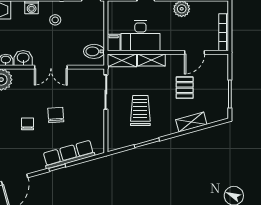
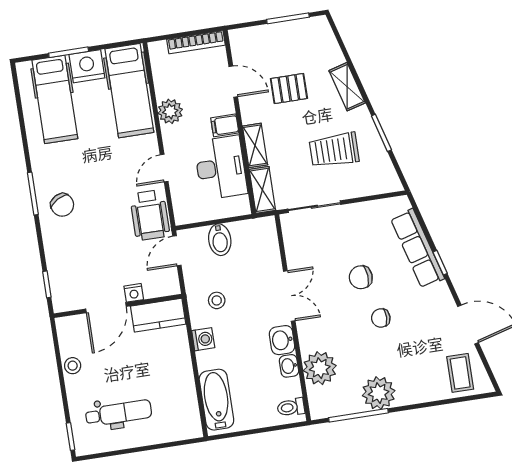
filing cabinet: (114, 43) -> (225, 125), moved
bidet: (94, 51) -> (220, 240), moved
shelving: (191, 122) -> (347, 87), moved

